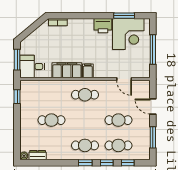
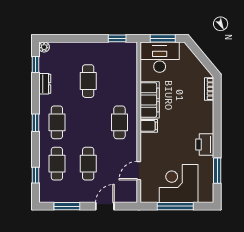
corner desk: (128, 34) -> (179, 184), moved, turned 90
desk: (32, 66) -> (160, 57), width x1.37
dresser: (38, 155) -> (45, 84), moved
window: (107, 163) -> (36, 65), moved

